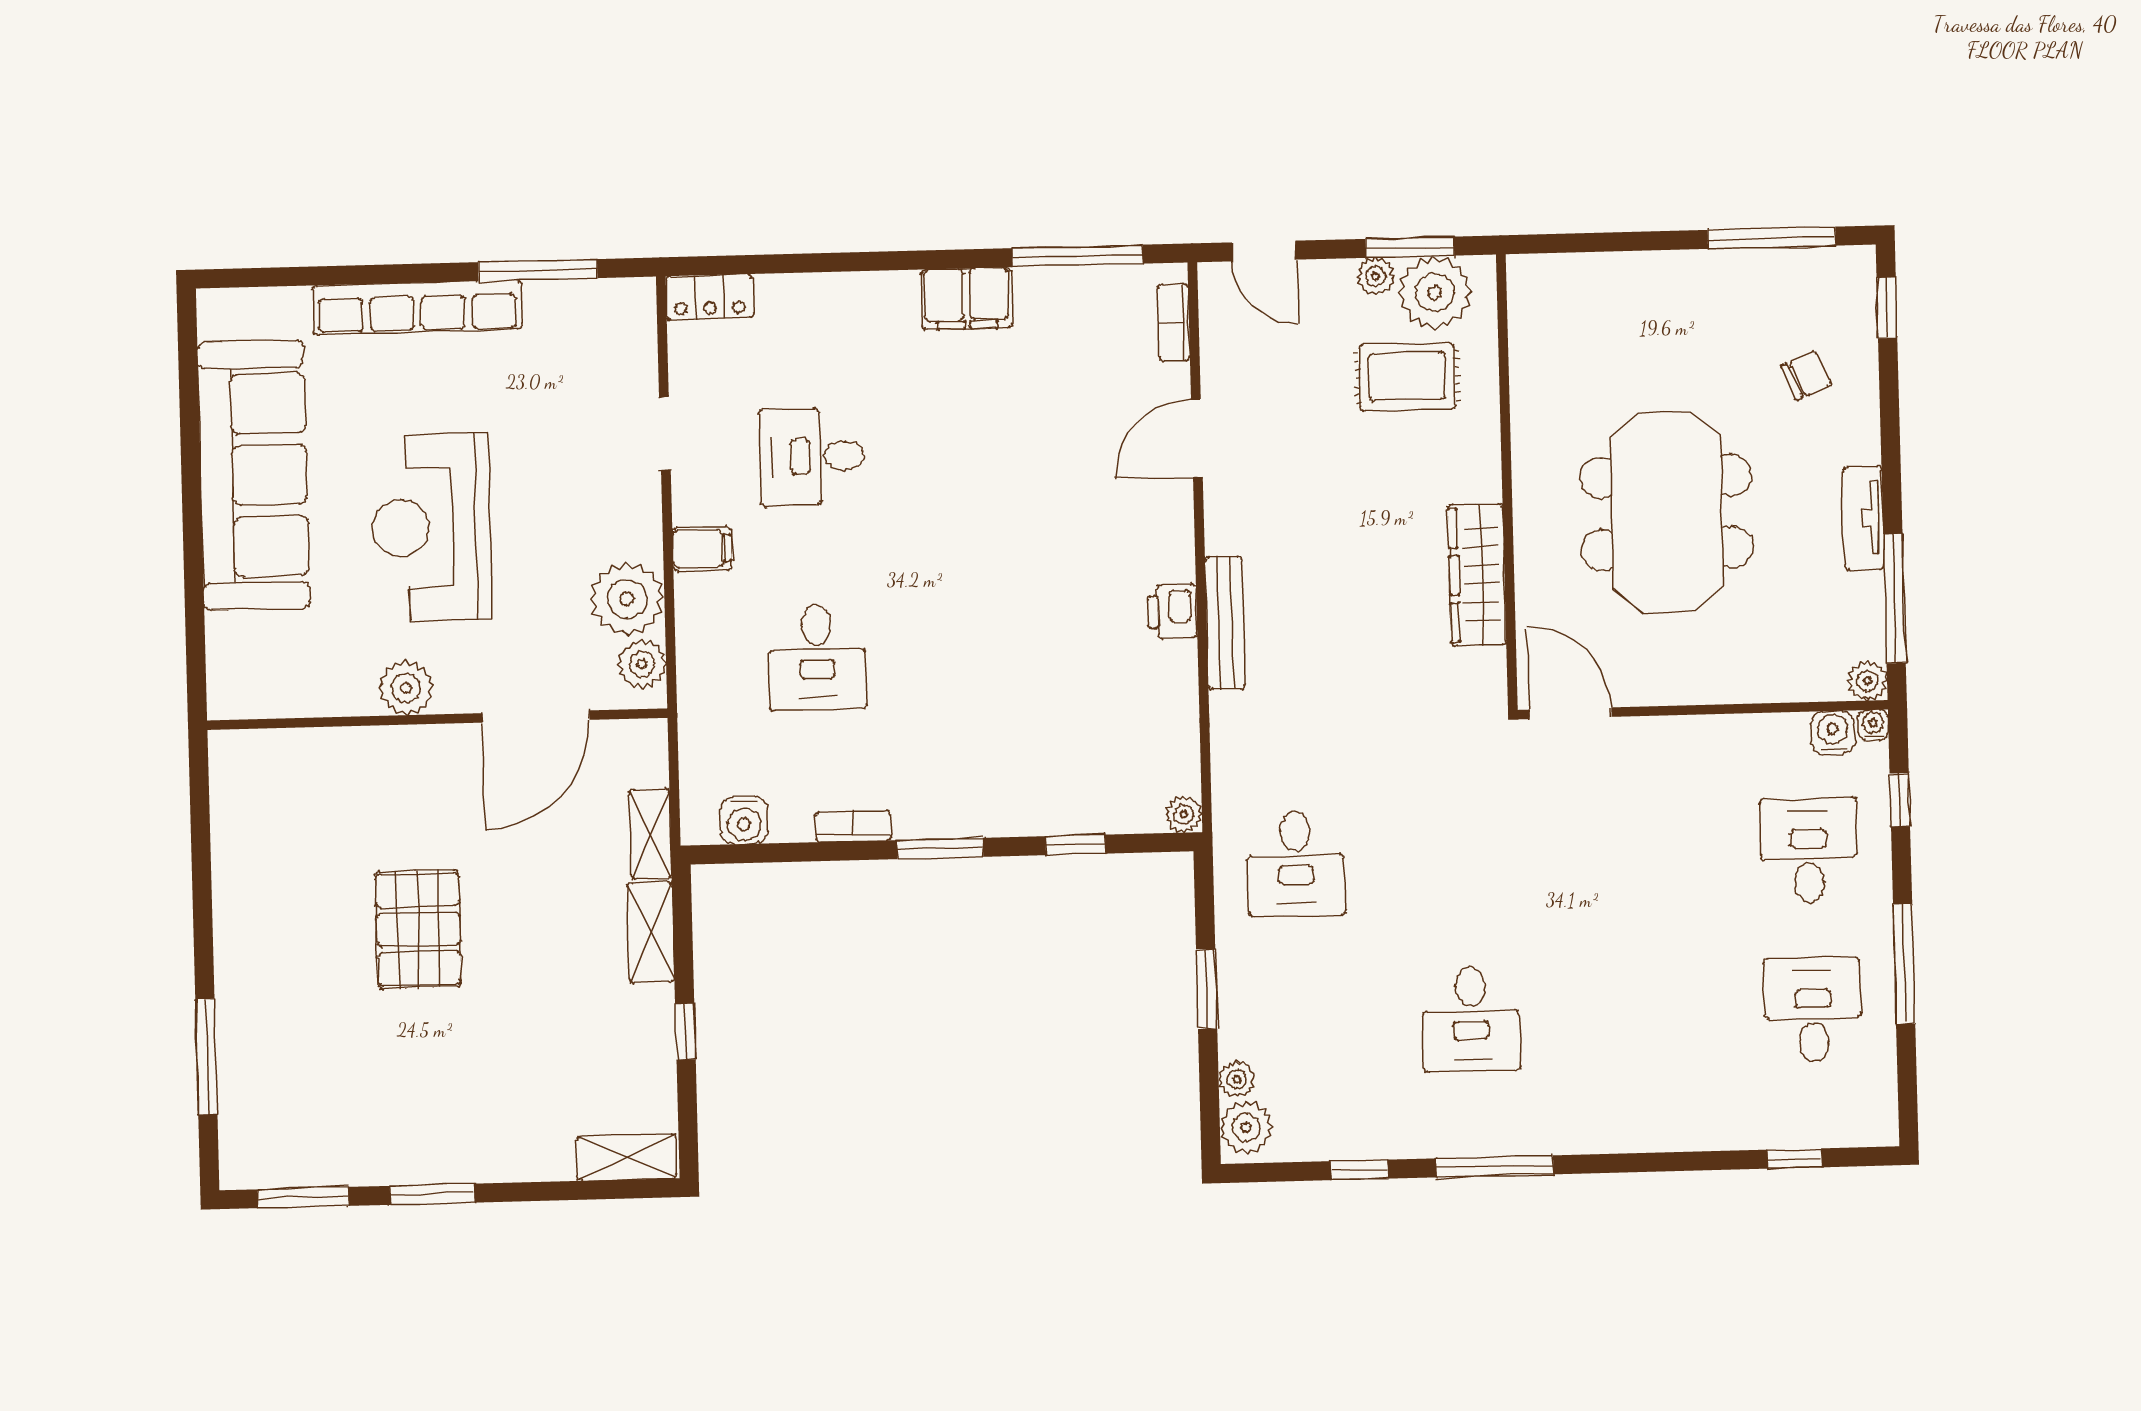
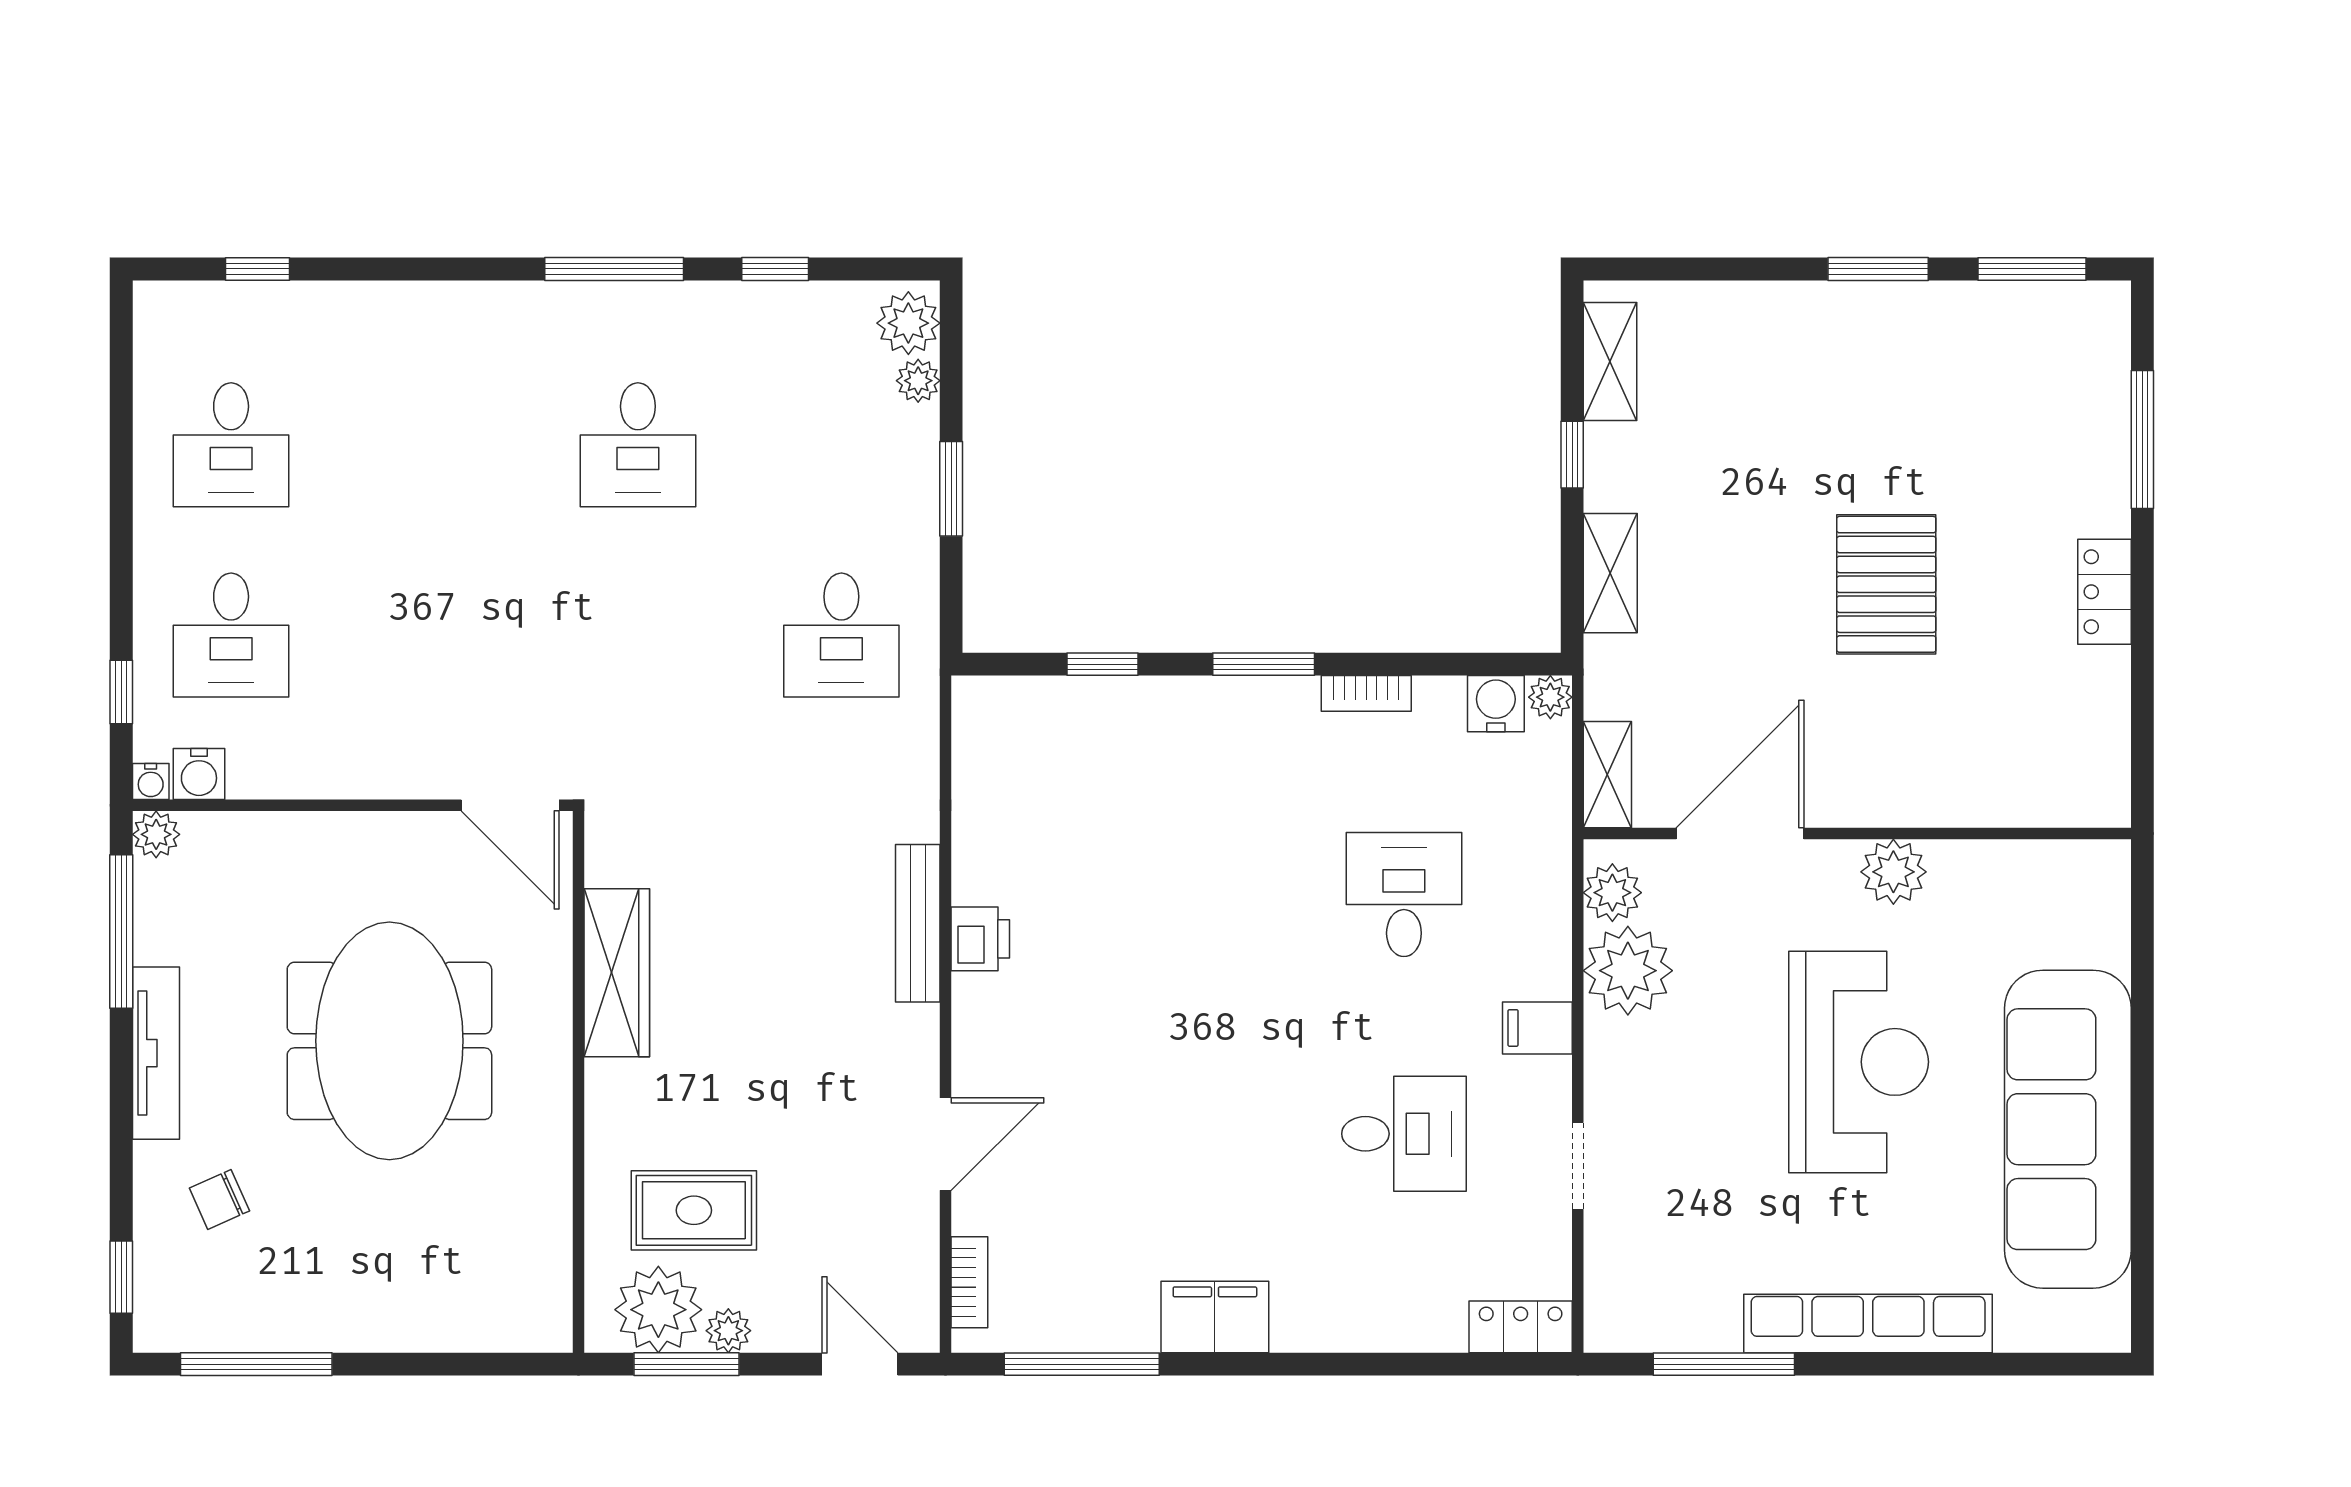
tv unit: (1863, 518) -> (156, 1053), width x1.41
plant: (1184, 814) -> (1550, 697), moved
shelving: (650, 834) -> (1607, 775), moved
desk: (1296, 864) -> (841, 635), turned 180
locker: (235, 928) -> (2105, 592), added
window: (1904, 964) -> (121, 497), removed
desk: (1471, 1019) -> (638, 445), turned 180
shelving: (627, 1157) -> (1610, 362), moved, turned 90

